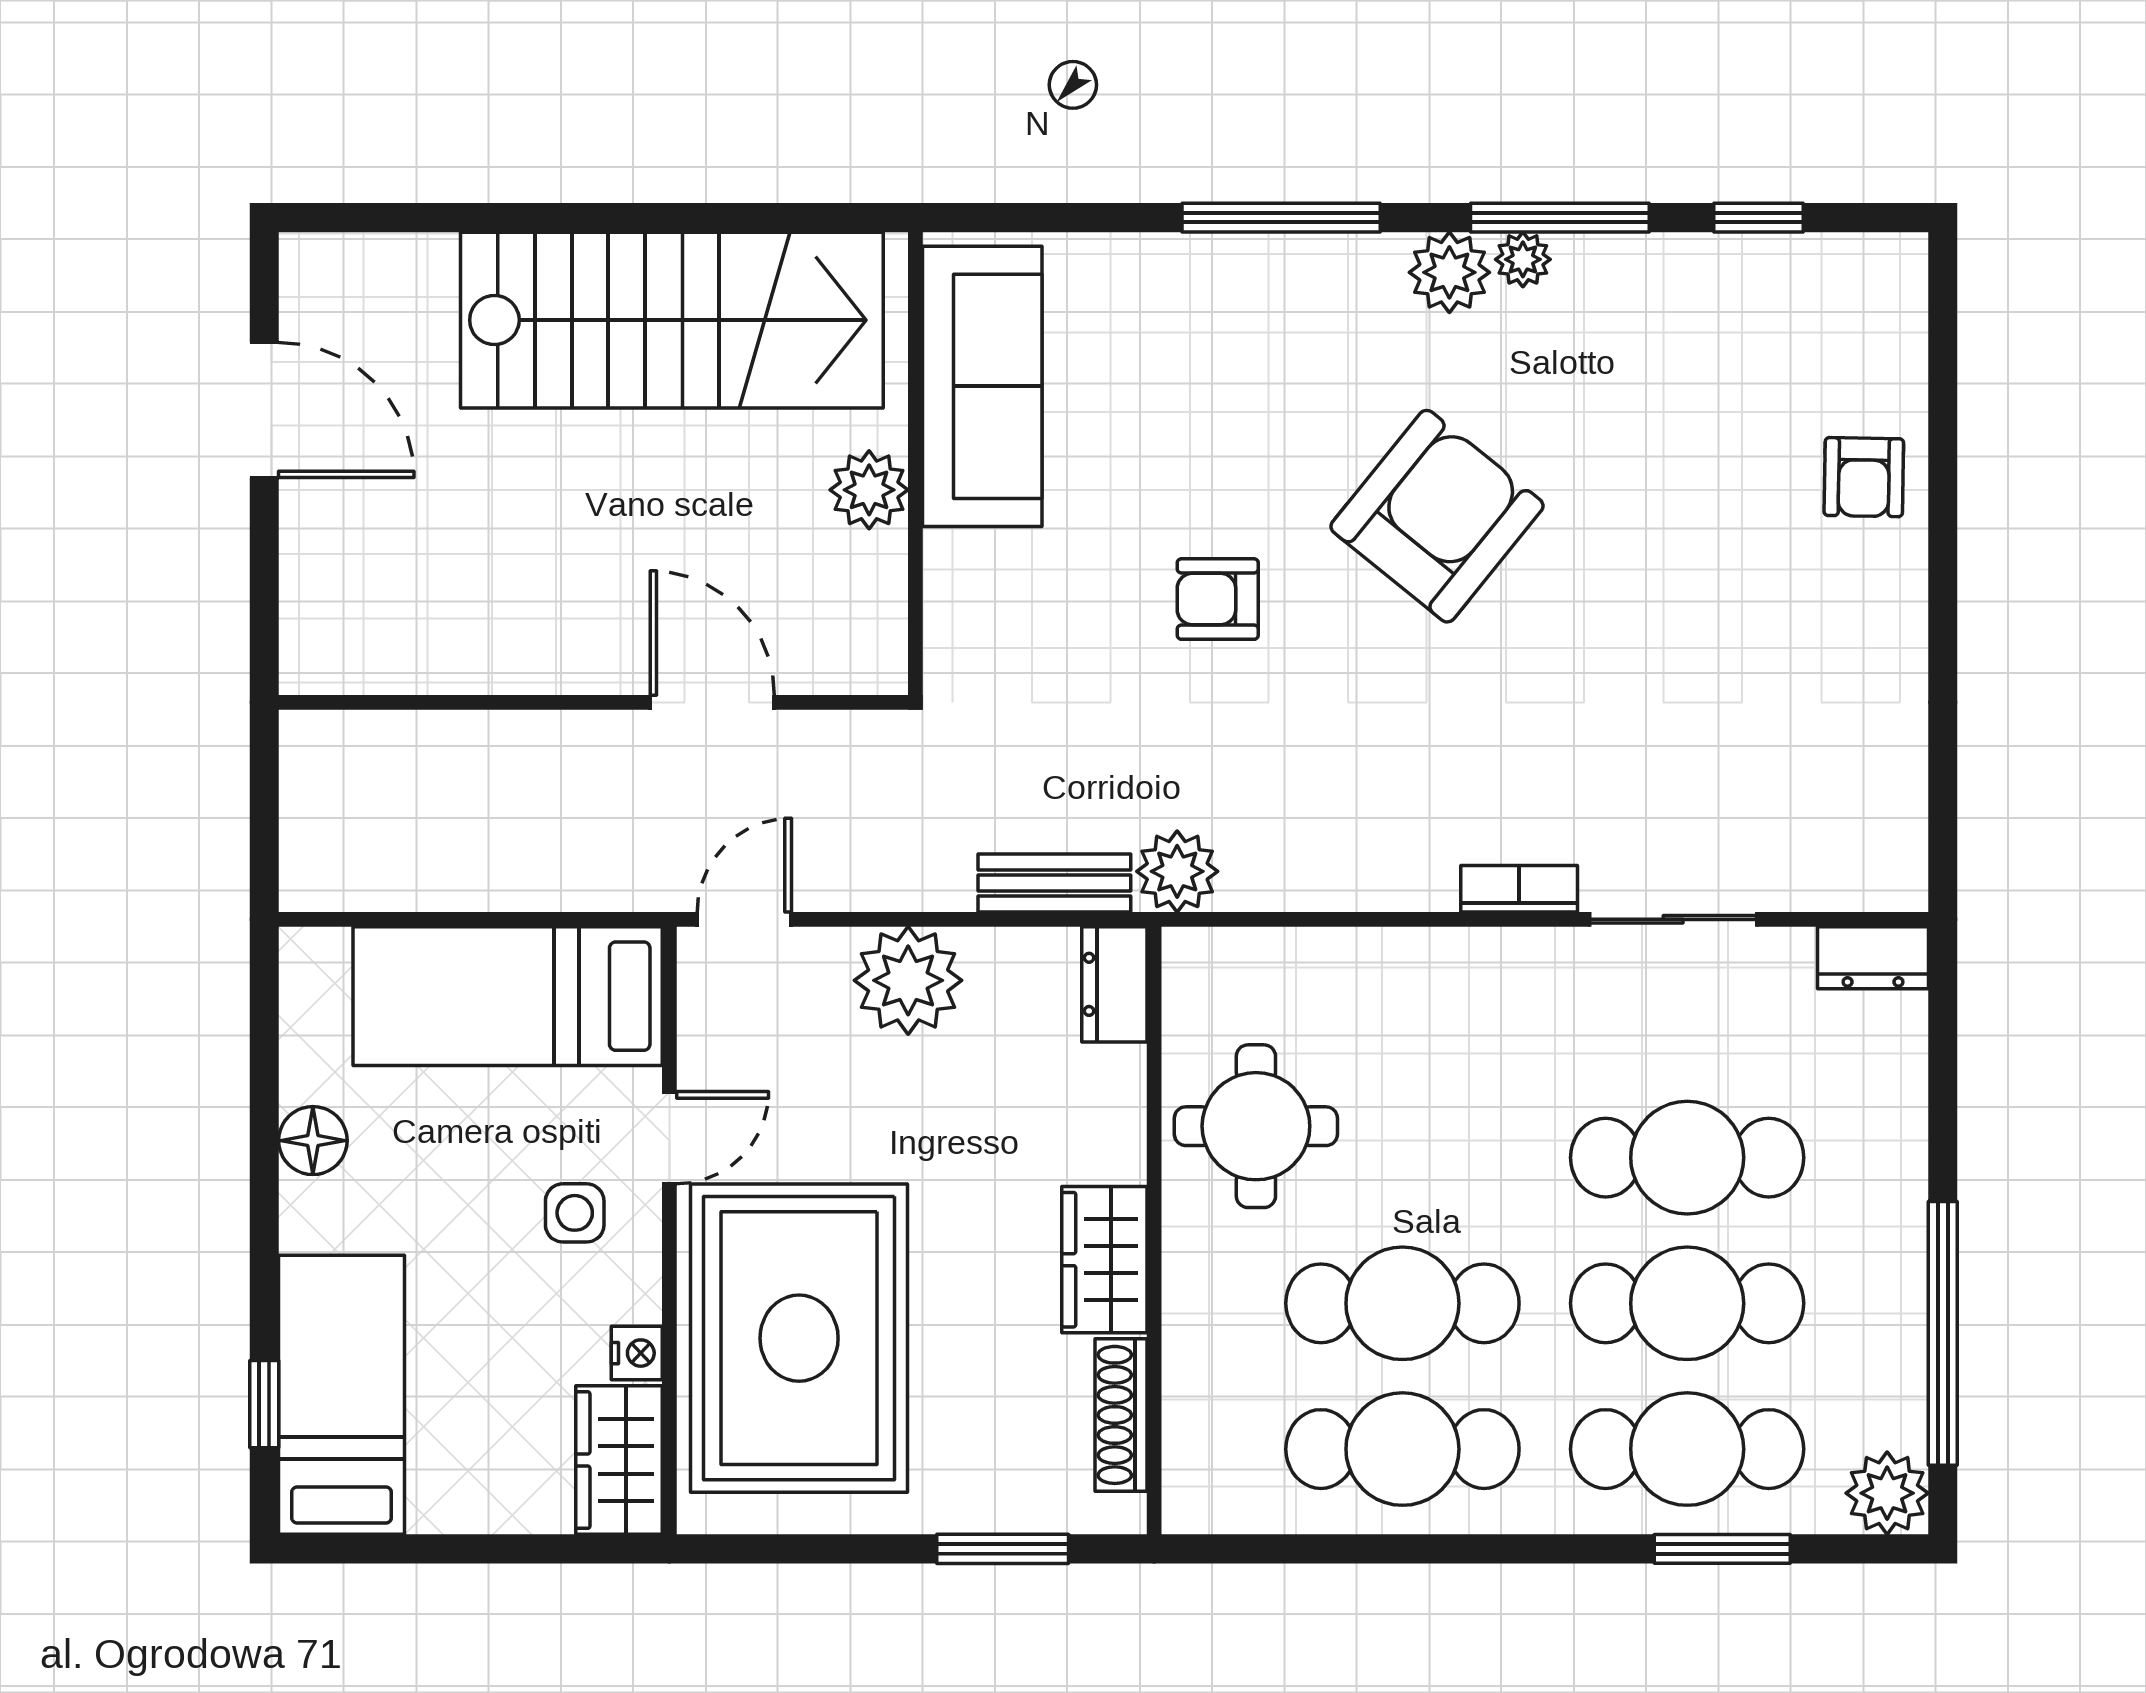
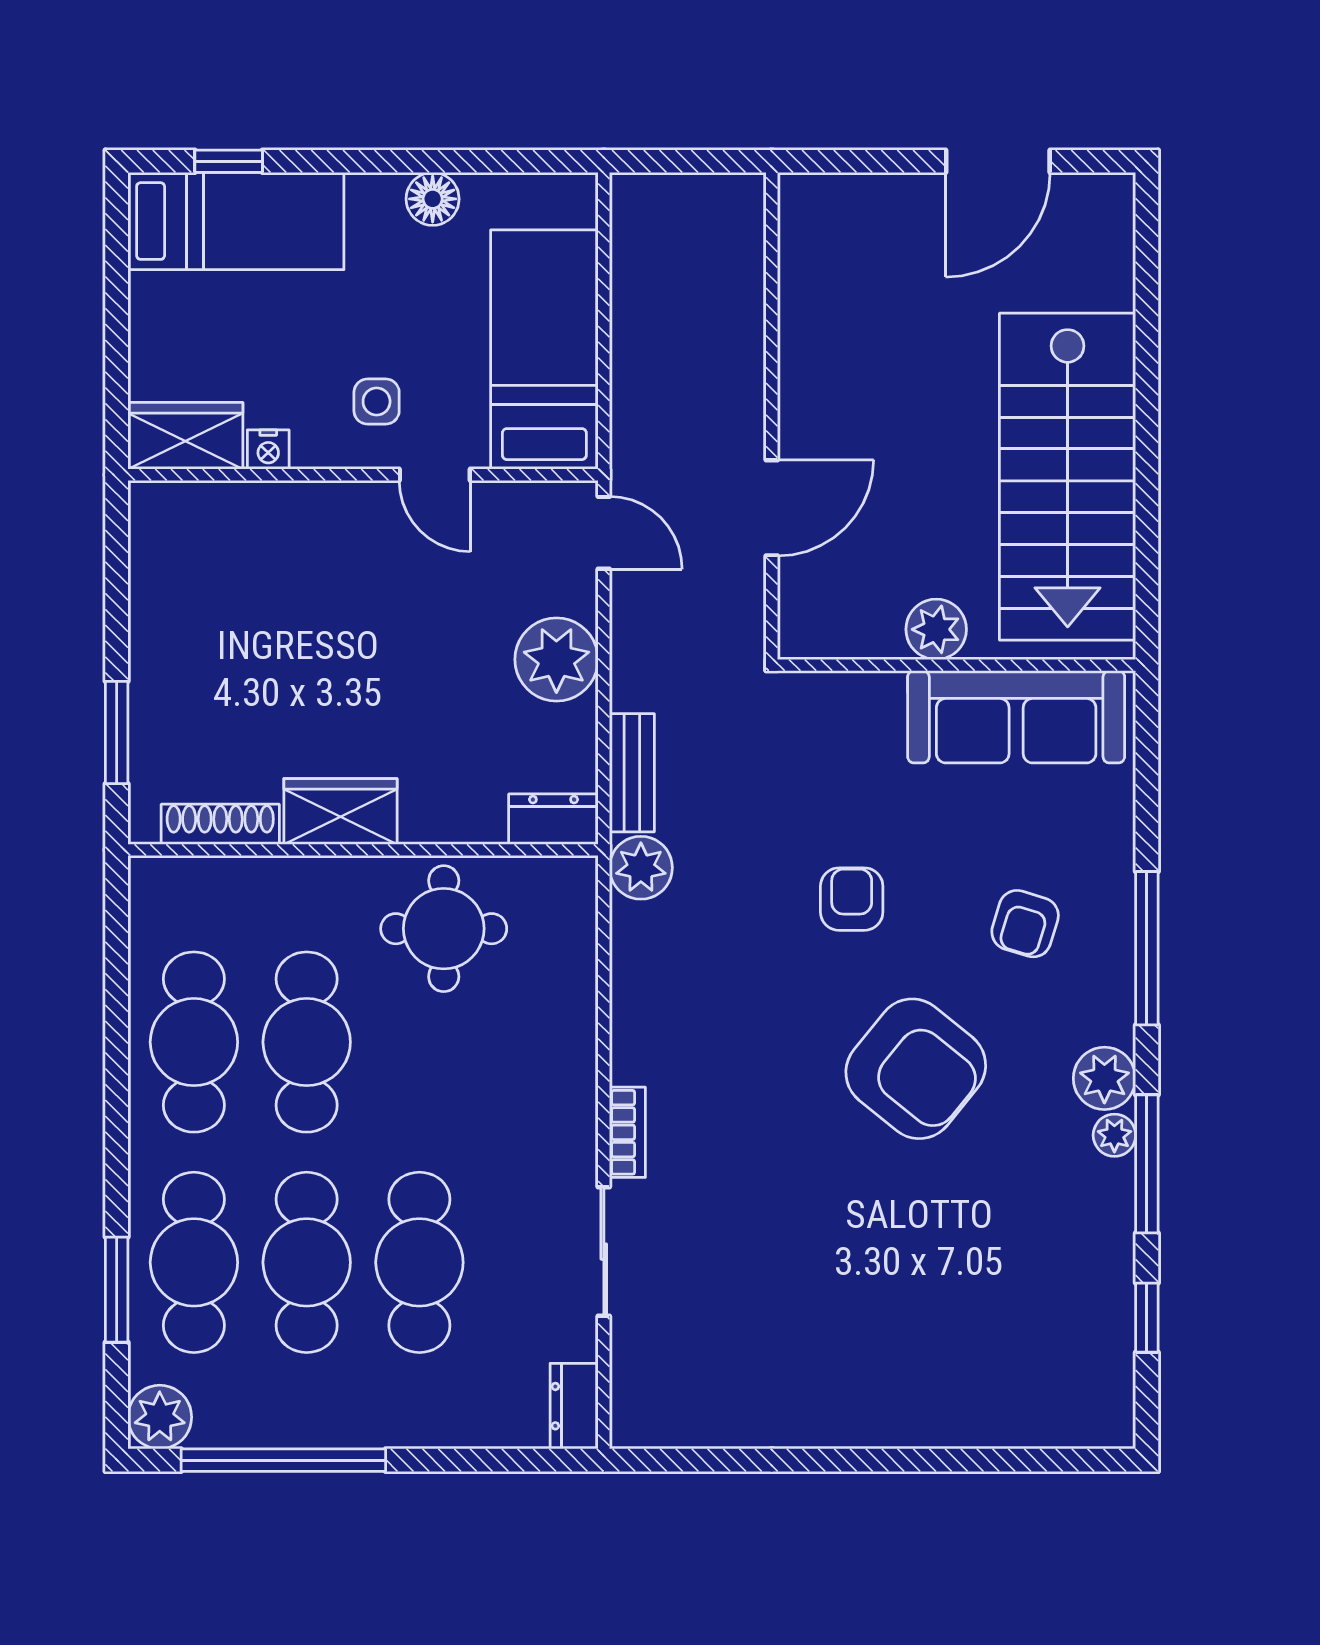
armchair: (1864, 477) -> (1025, 924), moved, turned -74
rug: (799, 1338) -> (280, 575), removed

